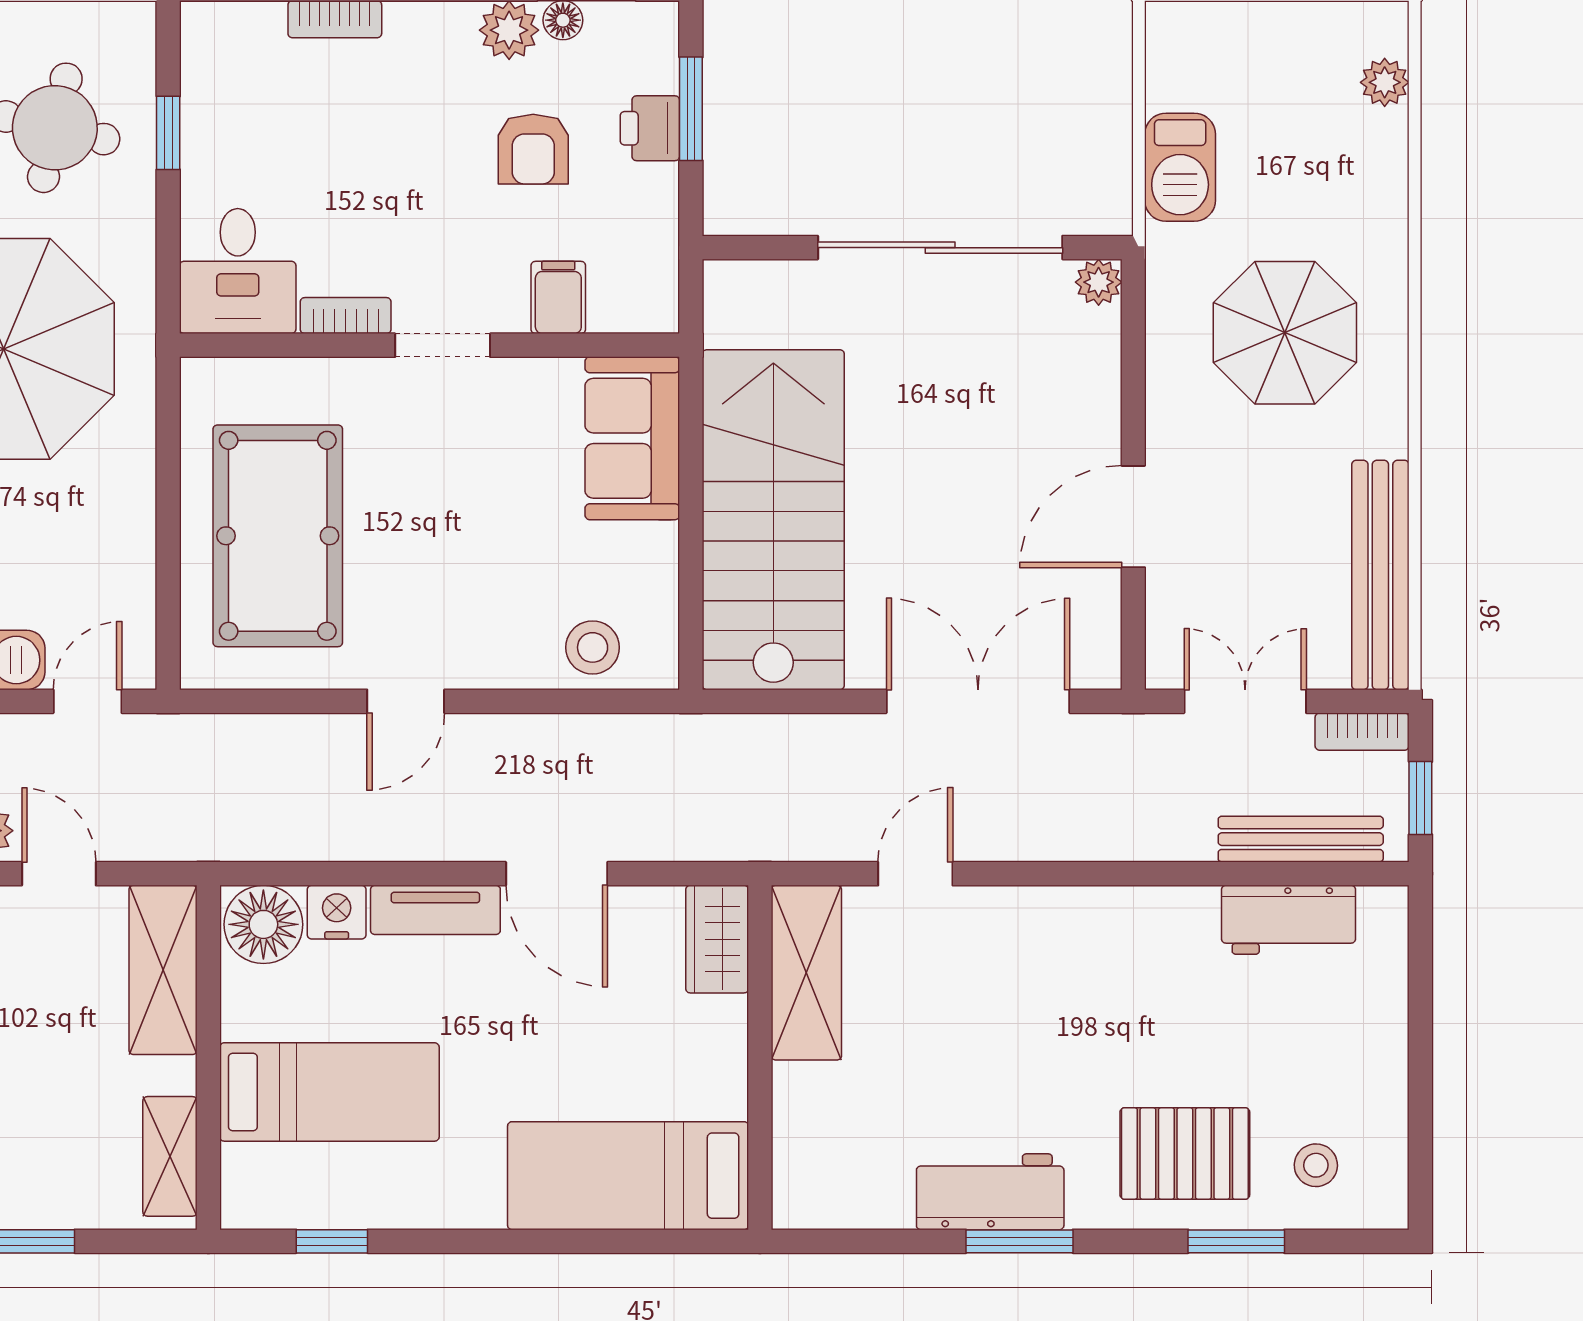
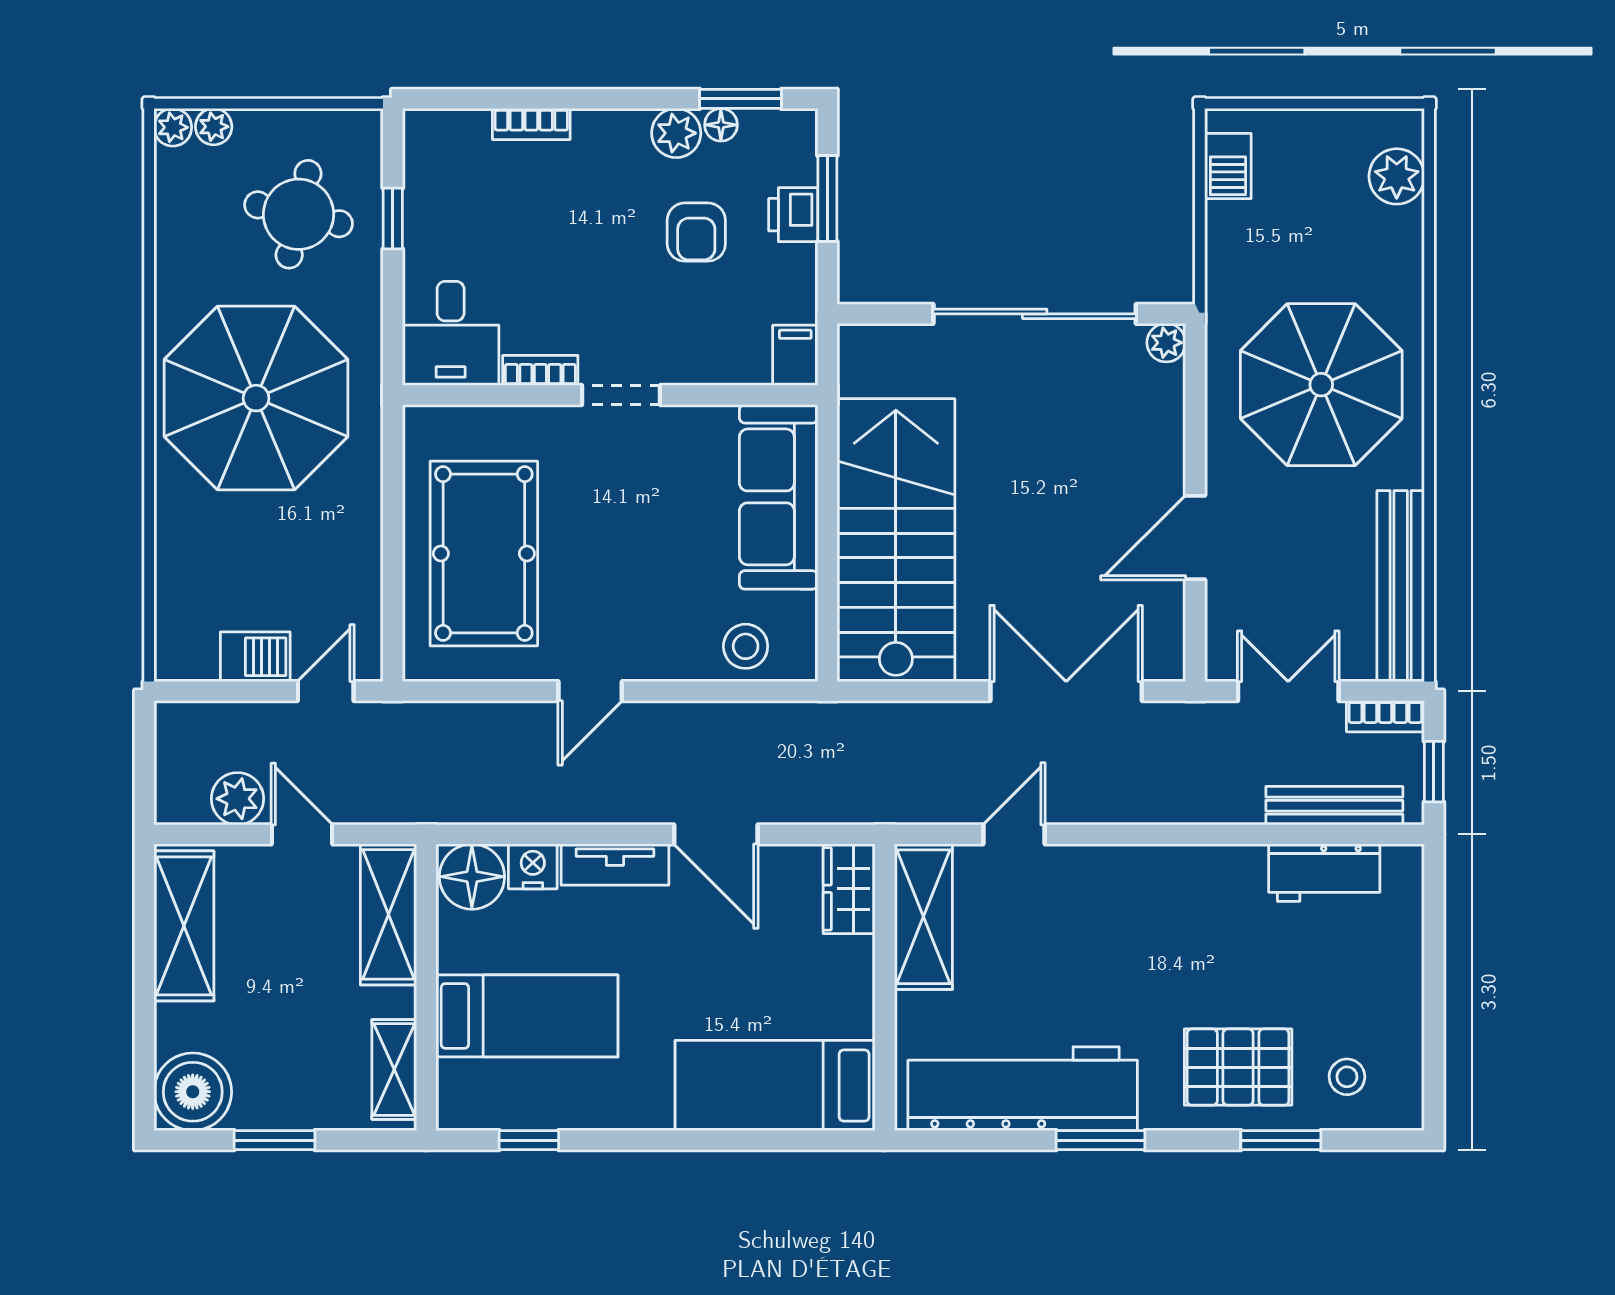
plant: (1385, 82) -> (1397, 176), width x1.38, depth x1.38
barbecue: (1180, 167) -> (1228, 166), moved, width x0.73, depth x0.79
filing cabinet: (558, 297) -> (795, 355), moved
parasol: (1285, 333) -> (1321, 385), width x1.36, depth x1.36
sofa: (632, 438) -> (779, 497), width x1.36
workbench: (990, 1192) -> (1023, 1089), width x1.88, depth x1.32

